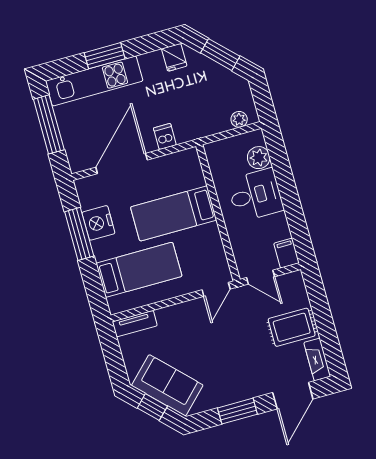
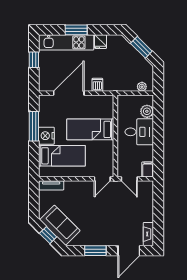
fridge: (174, 57) -> (101, 42), moved
window: (49, 124) -> (34, 60), width x0.46
nightstand: (98, 223) -> (46, 136), moved
rug: (292, 327) -> (139, 212), removed

